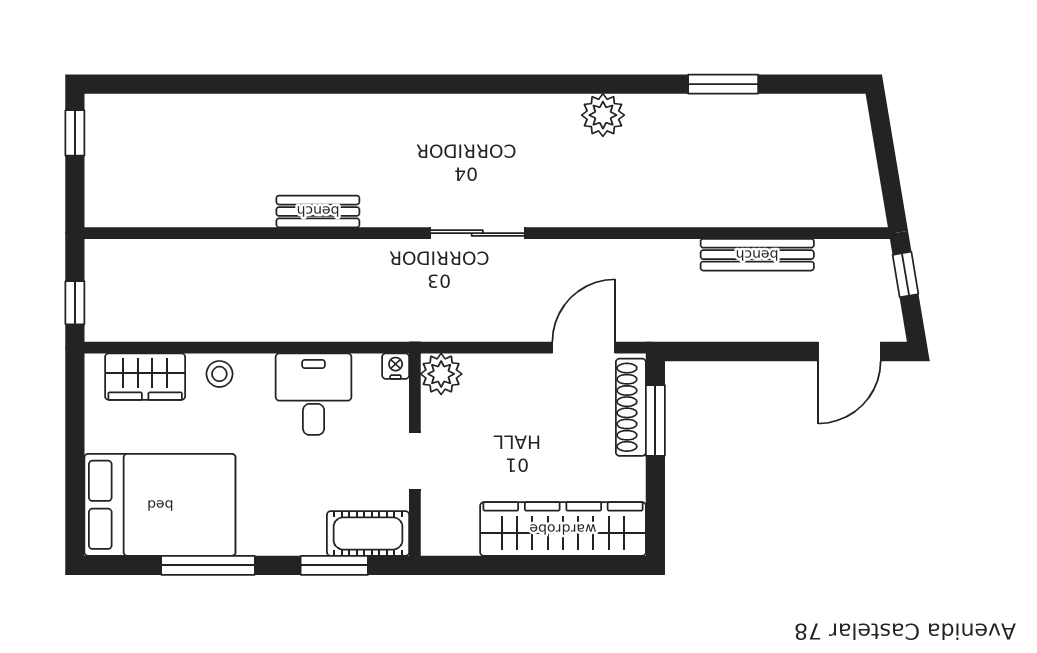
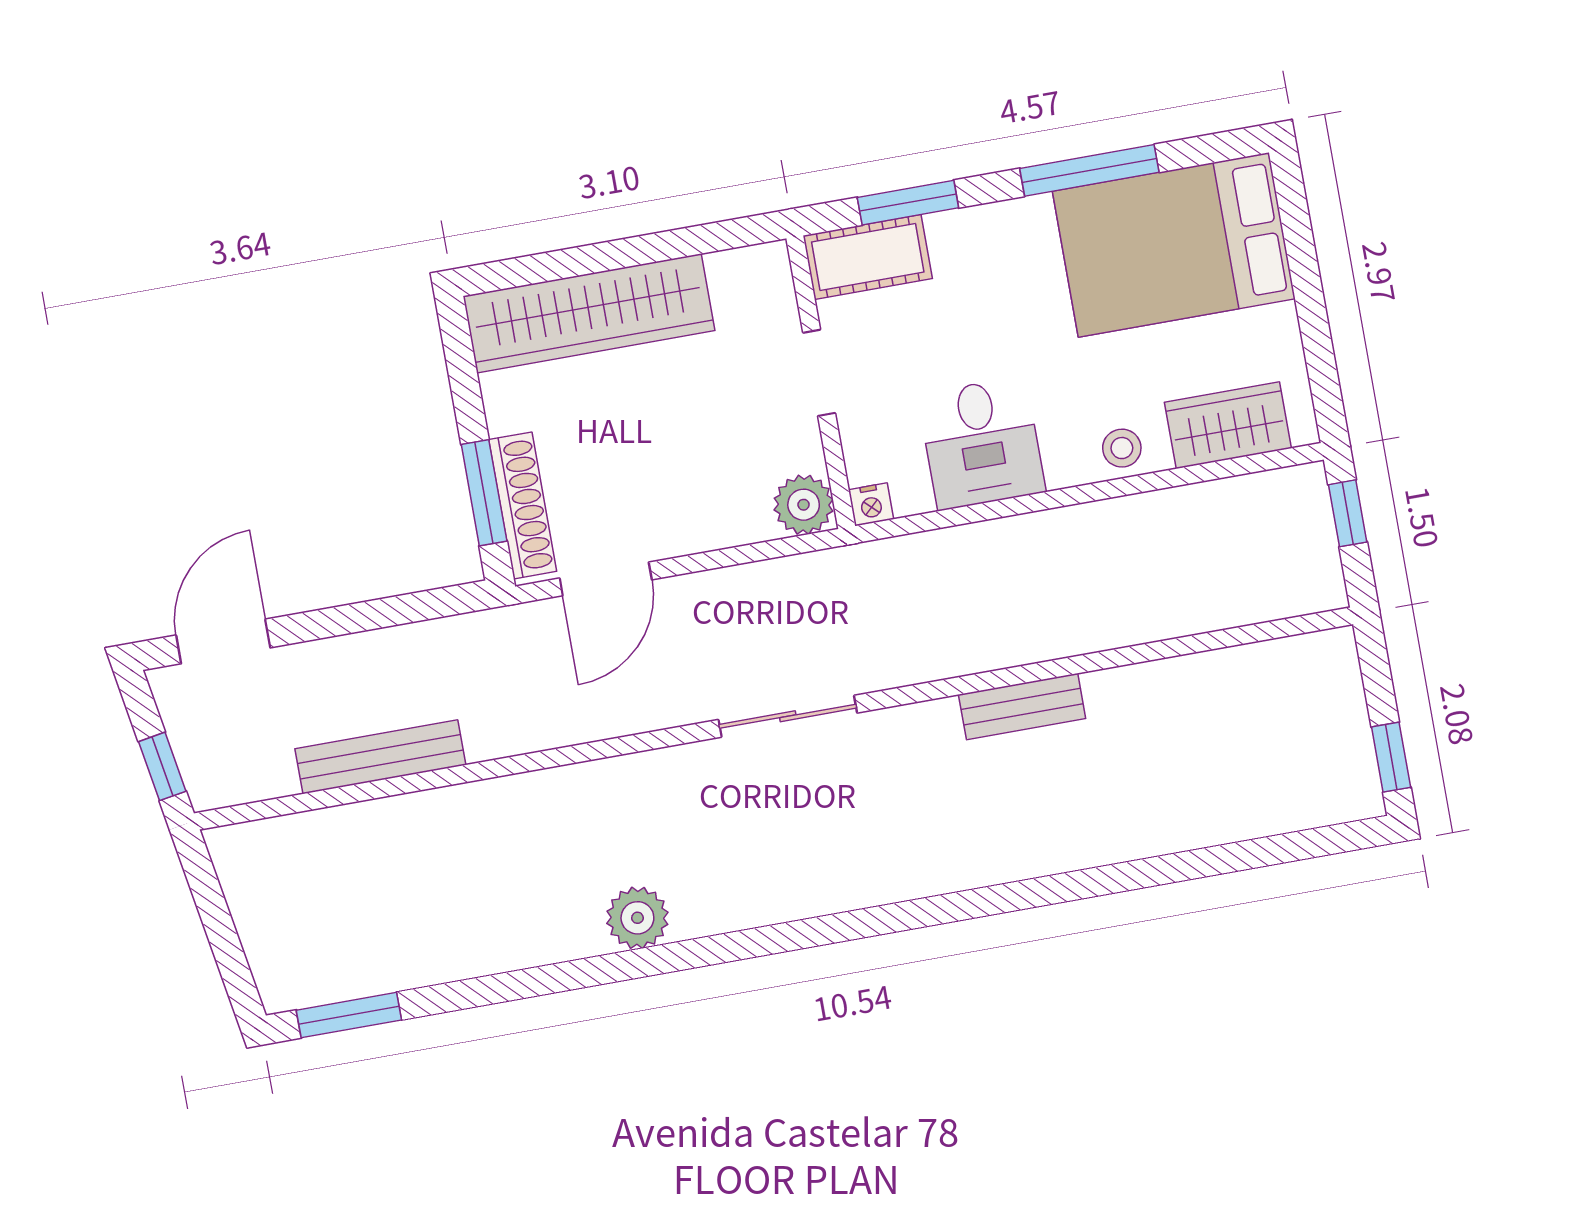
window: (723, 84) -> (349, 1015), moved

